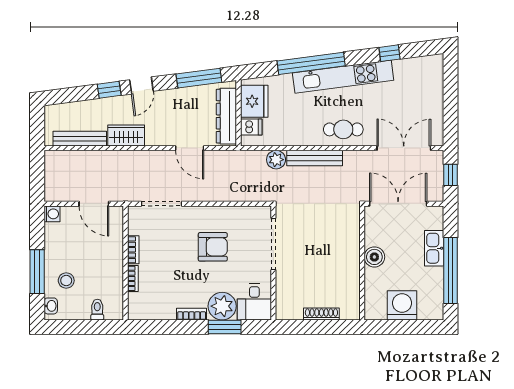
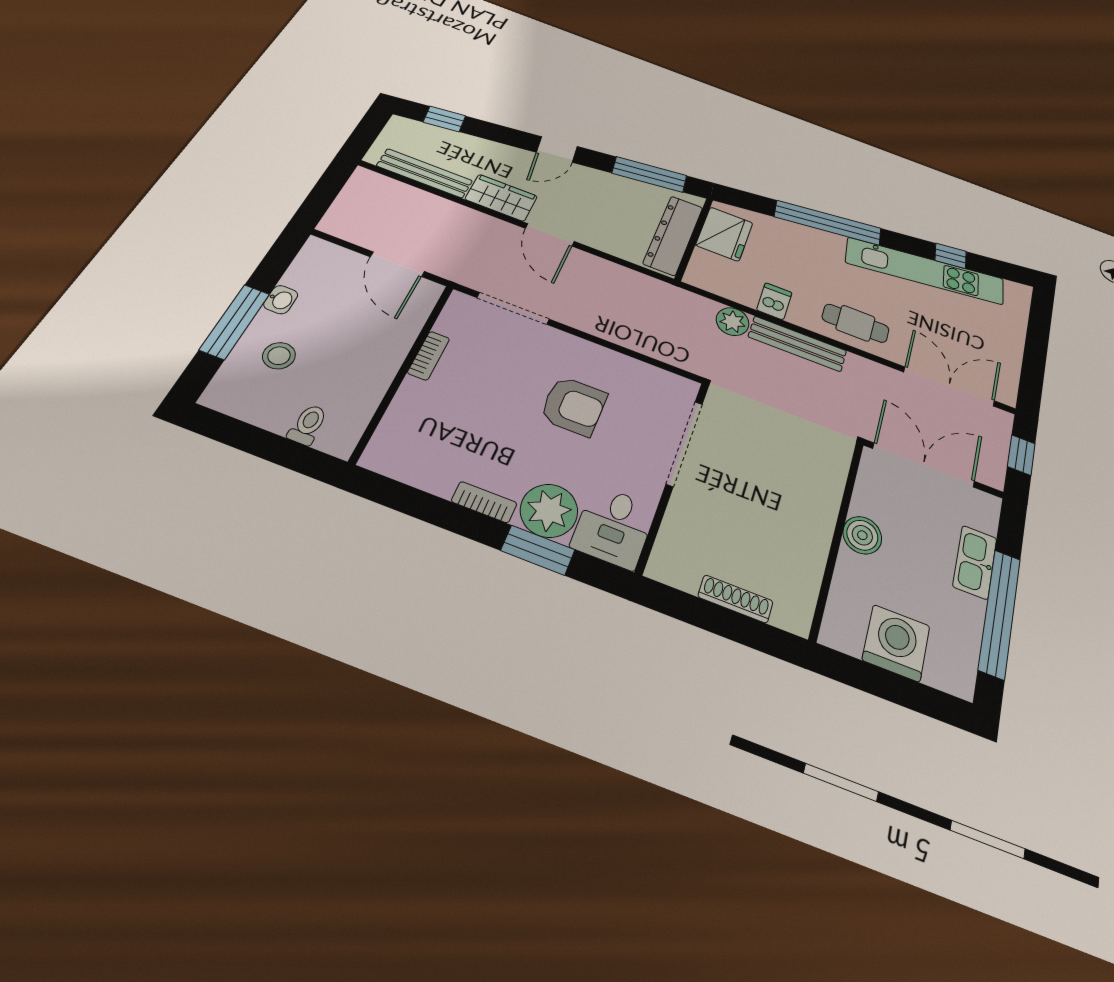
kitchen unit: (343, 77) -> (925, 271), moved
window: (109, 90) -> (444, 119), moved
dishwasher: (251, 127) -> (774, 301), moved, turned -90
door: (190, 148) -> (550, 235), moved
washing machine: (52, 214) -> (317, 250), removed
bookcase: (133, 278) -> (404, 400), removed
washbasin: (51, 306) -> (281, 300), moved

